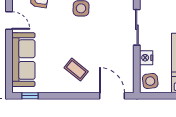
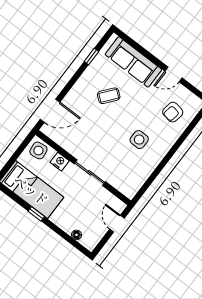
coffee table: (76, 70) -> (109, 96), moved
window: (30, 96) -> (91, 57), moved

